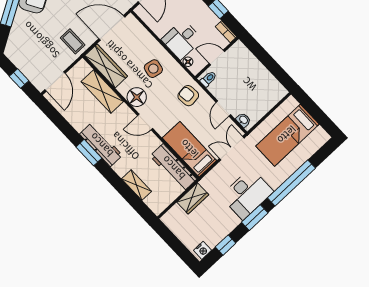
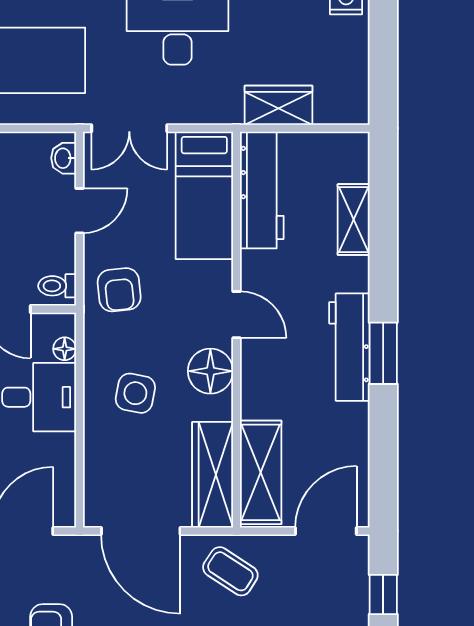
coffee table: (73, 41) -> (230, 571), turned -57
shelving: (102, 91) -> (261, 472), moved

